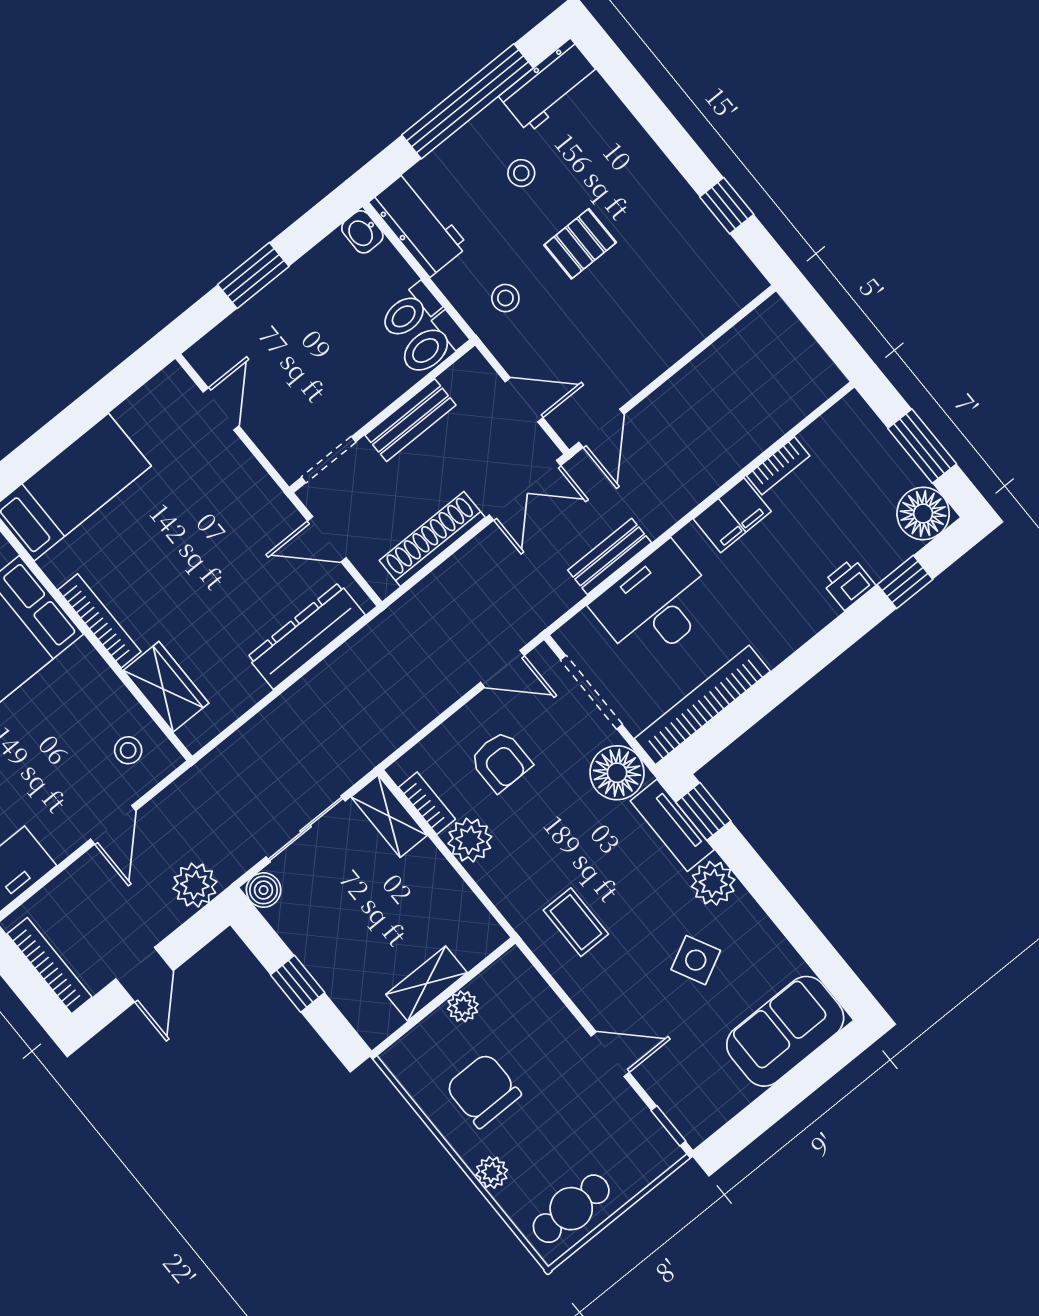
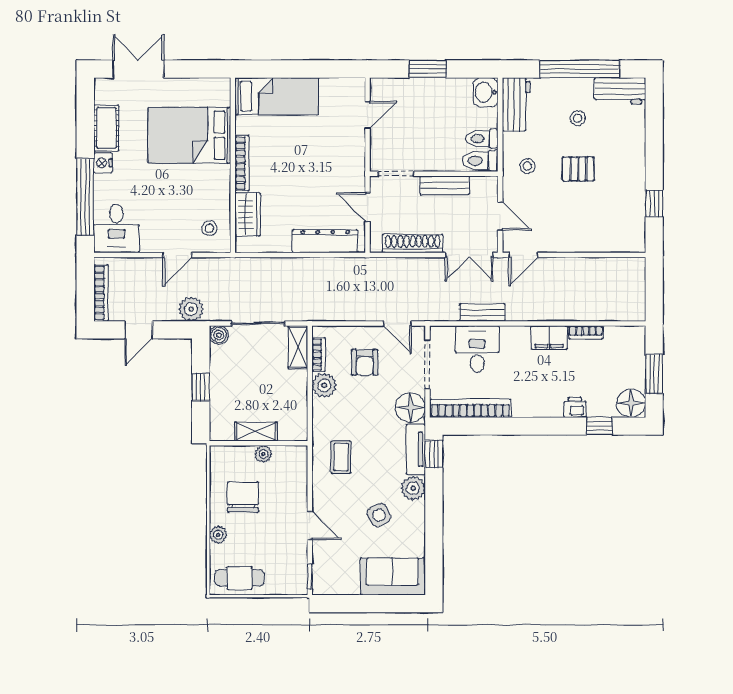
washbasin: (362, 232) -> (486, 92), width x1.38, depth x1.45
desk: (655, 604) -> (477, 349), width x0.73

